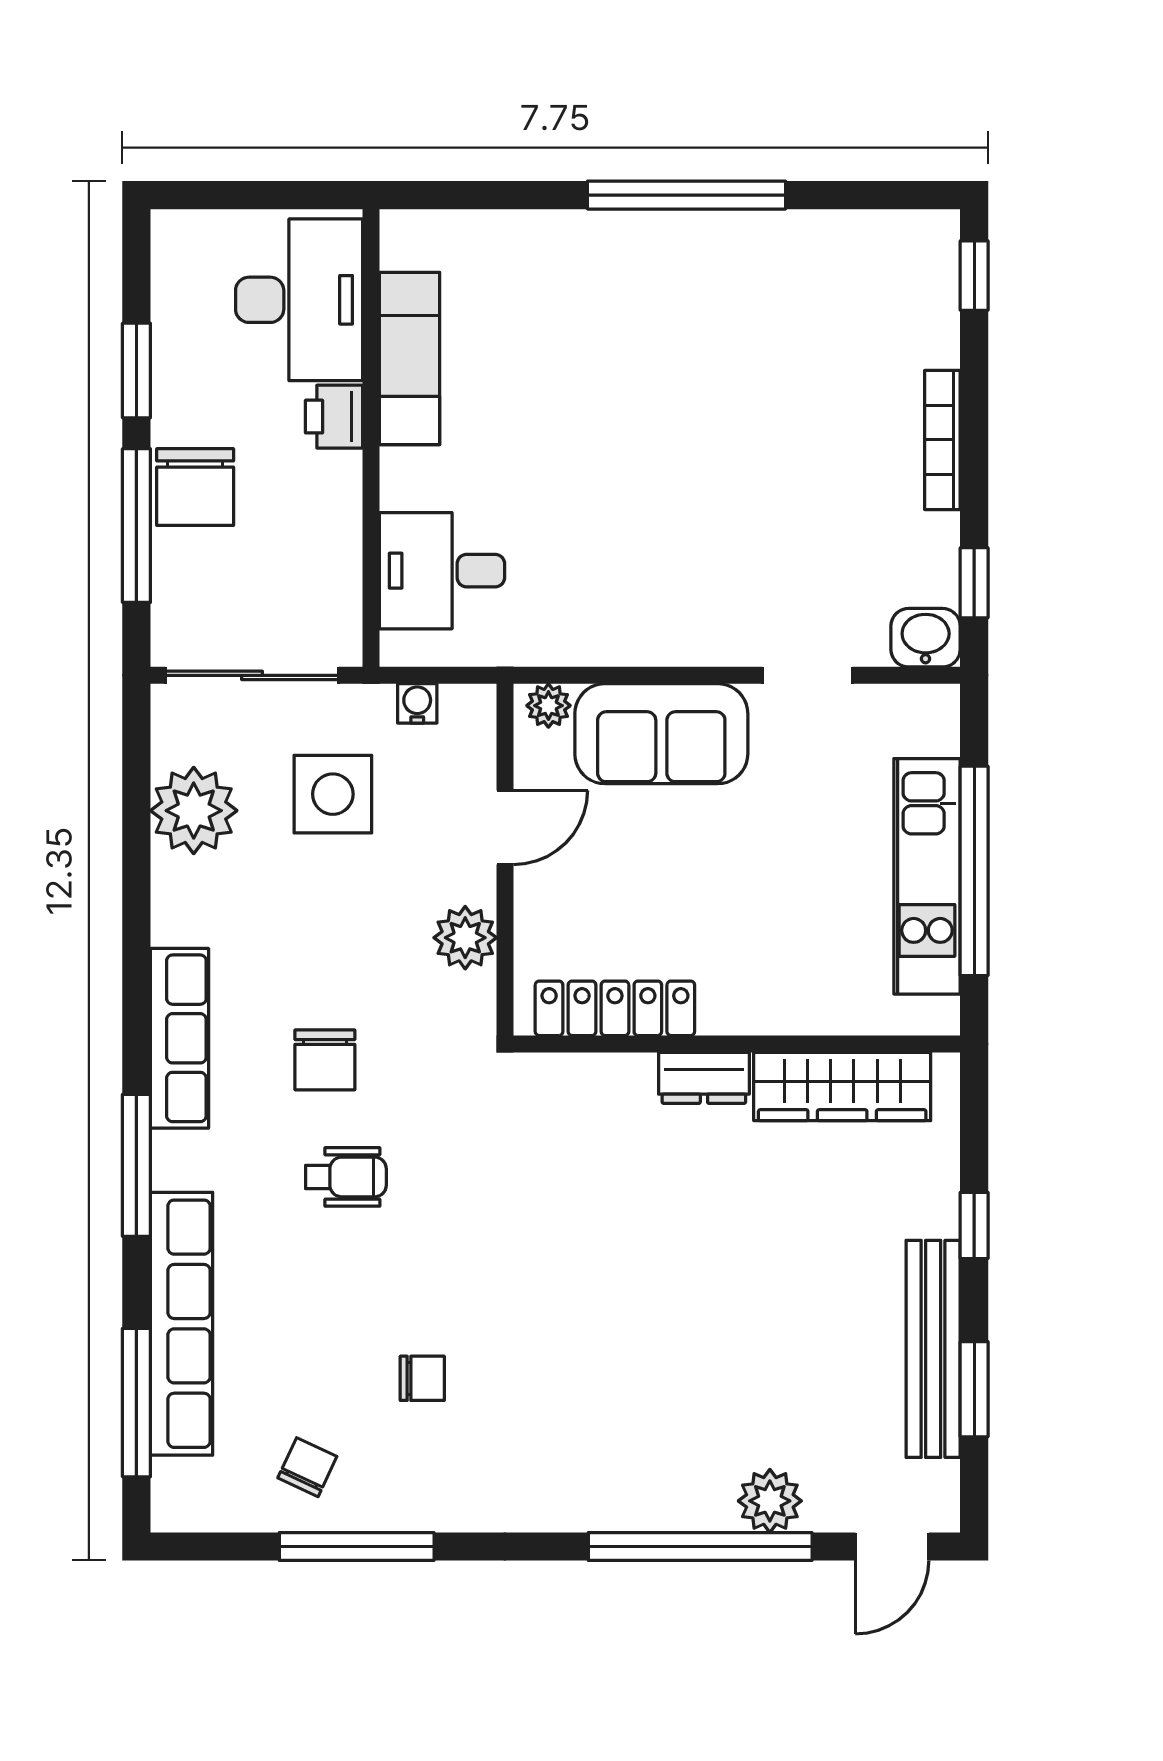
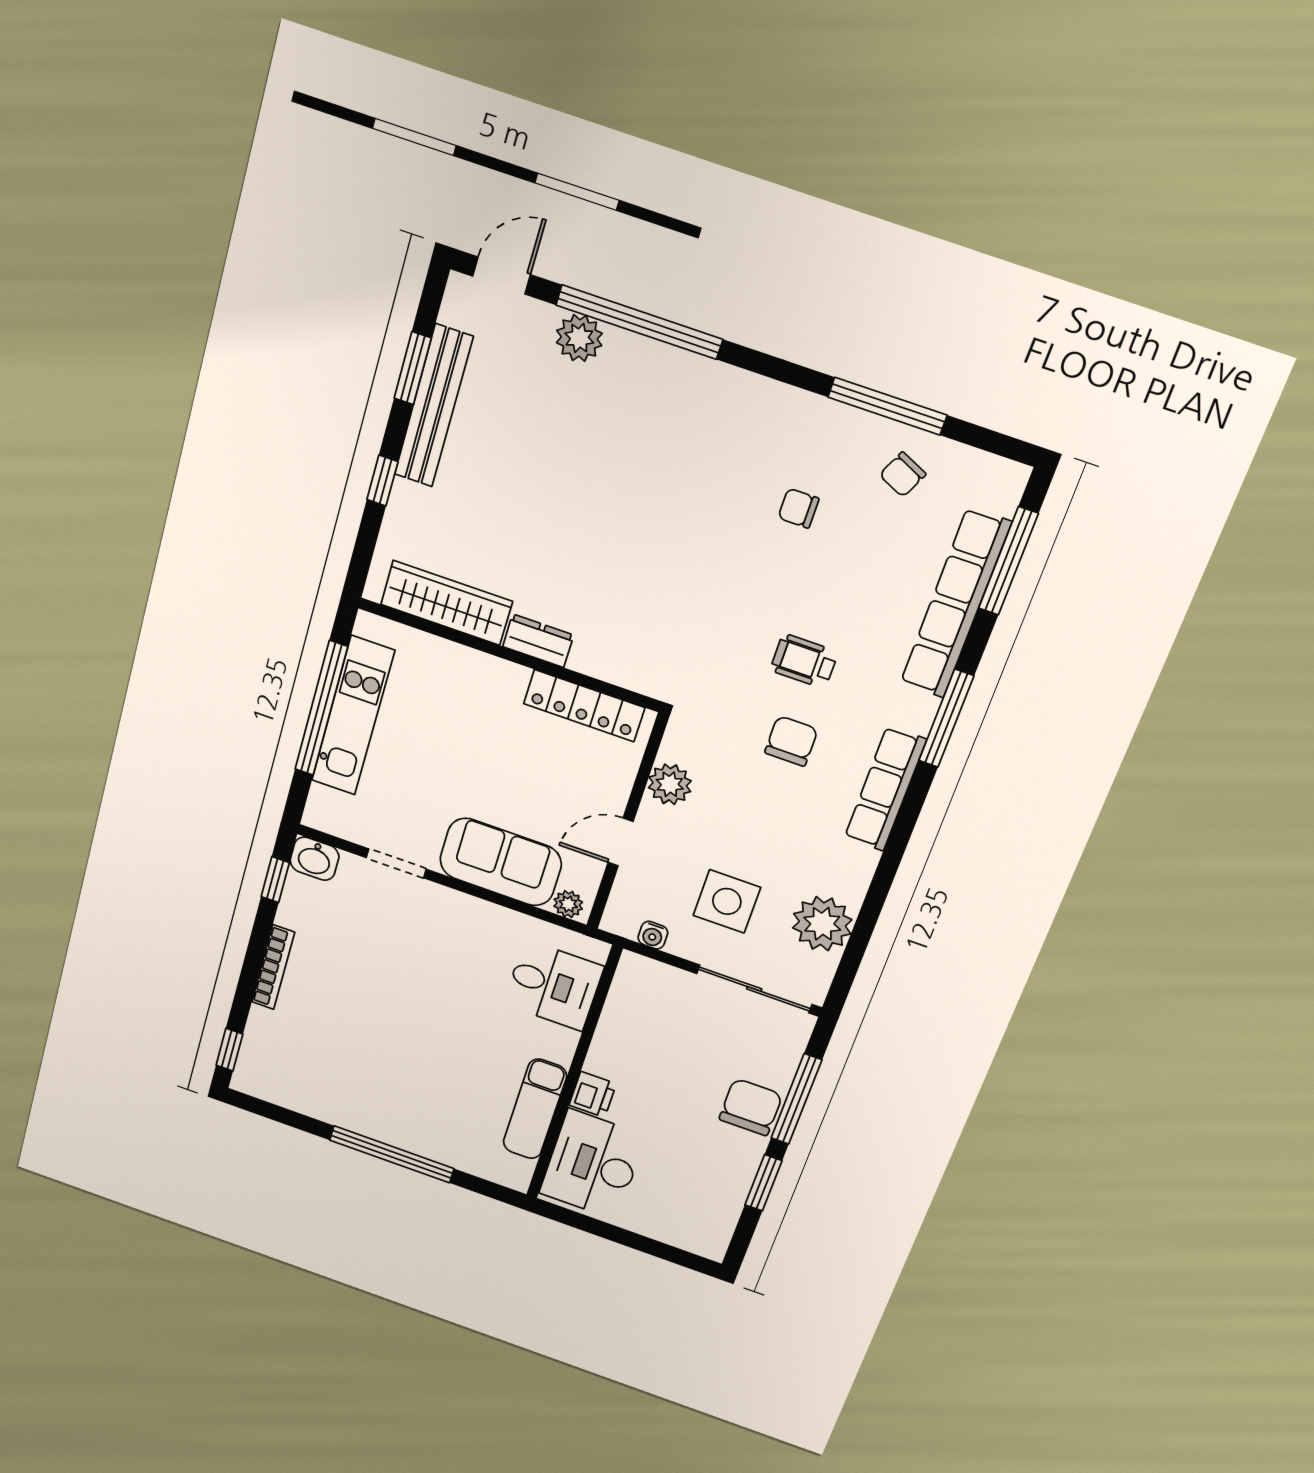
desk: (299, 300) -> (592, 1165), moved
exam couch: (410, 358) -> (535, 1109), moved
printer: (334, 417) -> (593, 1094), moved
wall: (371, 438) -> (574, 1075), moved
desk: (442, 571) -> (554, 985), moved

